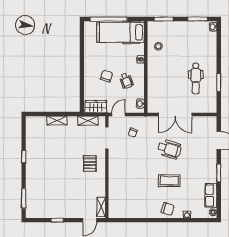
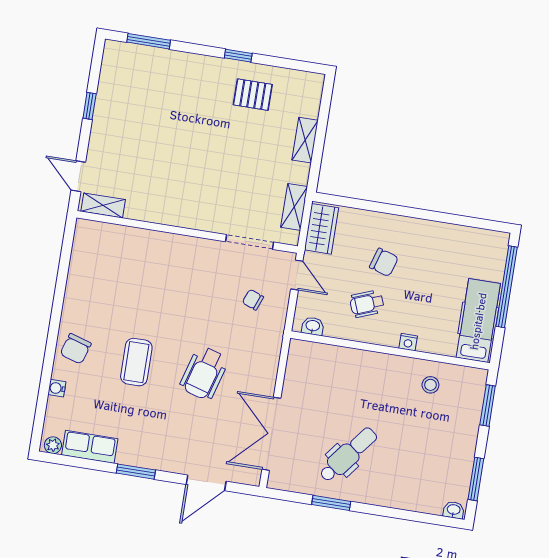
hospital bed: (121, 32) -> (478, 321), width x0.73, depth x0.78
dental chair: (196, 78) -> (348, 455), turned 128
double door: (175, 115) -> (271, 434), moved
pallet: (90, 163) -> (253, 95), moved

